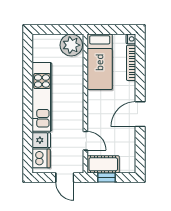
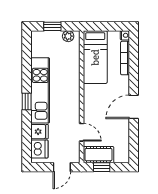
window: (55, 30) -> (52, 26), added
plant: (71, 45) -> (68, 36), width x0.53, depth x0.53
window: (28, 109) -> (27, 101), added
door: (65, 177) -> (62, 167), hinge flipped

